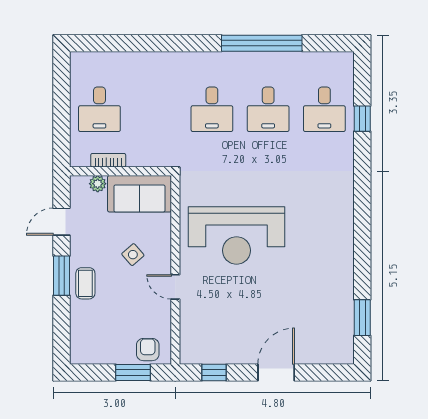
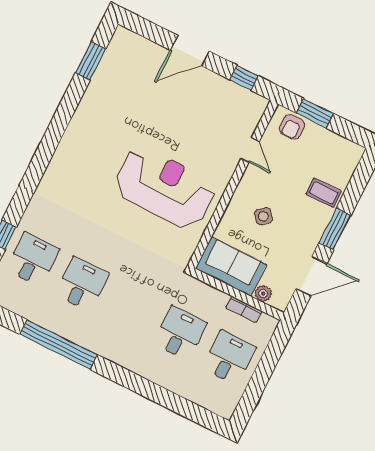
desk: (212, 109) -> (180, 333), moved
door: (61, 222) -> (311, 276), width x1.38
coffee table: (85, 283) -> (324, 193), moved, turned 90
door: (175, 287) -> (250, 150), moved

